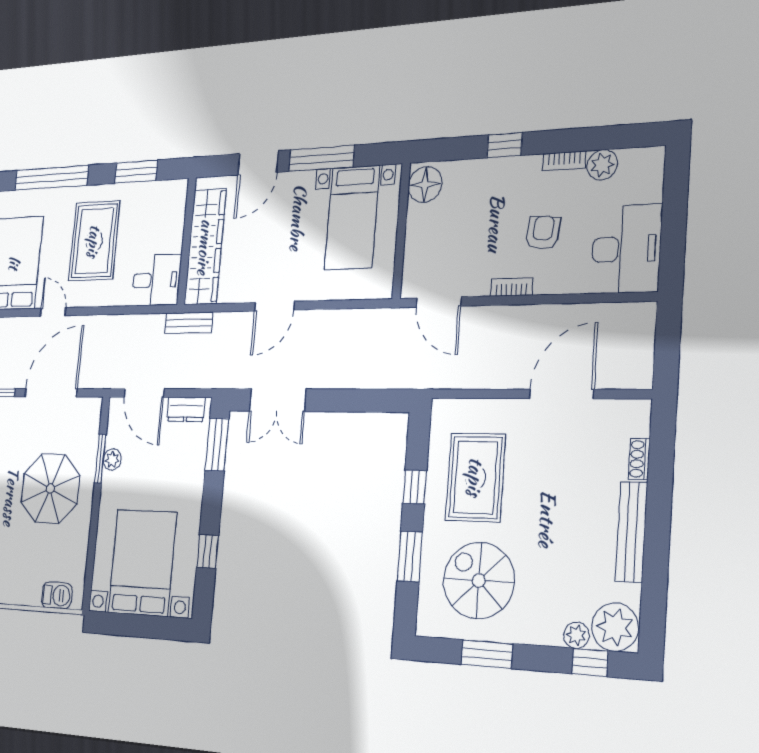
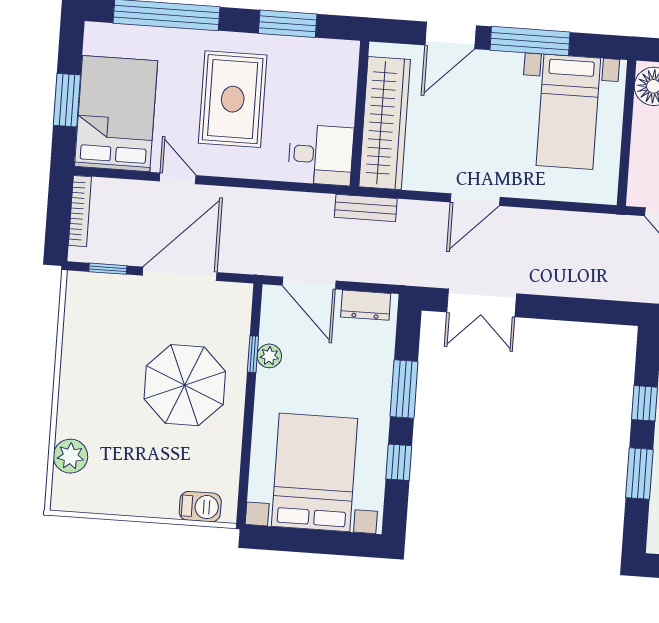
window: (217, 445) -> (404, 389), moved
window: (100, 459) -> (253, 354), width x0.67

